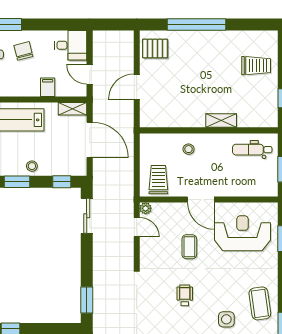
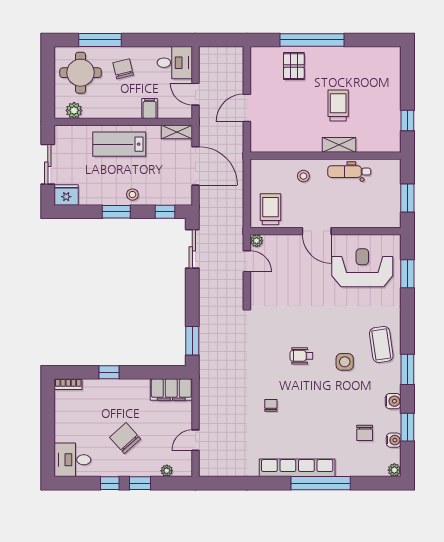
pallet: (155, 49) -> (294, 66), moved, turned 90
trolley: (256, 66) -> (338, 105), moved, turned -90
dental chair: (252, 150) -> (349, 172), moved
coffee table: (189, 247) -> (304, 283), removed
wheelchair: (185, 295) -> (302, 356), moved, turned -90

